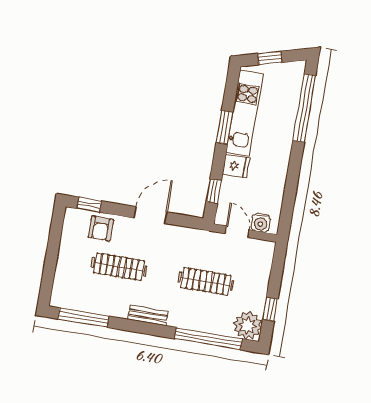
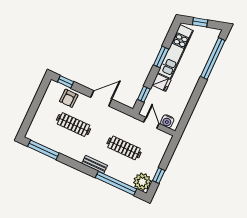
bench: (148, 316) -> (95, 164), moved

